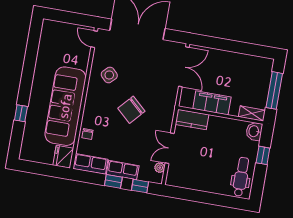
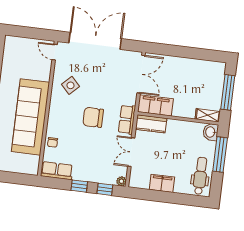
filing cabinet: (212, 103) -> (155, 105), moved
chair: (131, 110) -> (93, 117), turned 48
window: (263, 155) -> (220, 155), width x2.17
fridge: (63, 157) -> (31, 165), removed
plant: (160, 168) -> (121, 181), moved
row of seats: (123, 170) -> (127, 120), moved, turned -90
filing cabinet: (200, 183) -> (162, 183), added

